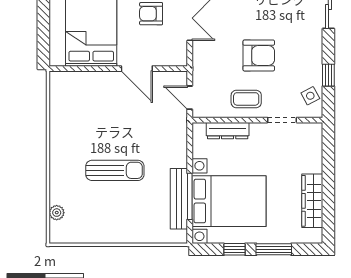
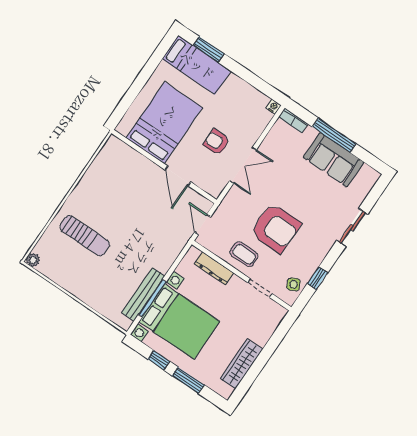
armchair: (259, 55) -> (275, 228), width x1.36, depth x1.36
sun lounger: (115, 170) -> (85, 236), moved
plant: (57, 213) -> (33, 260), moved

